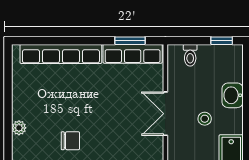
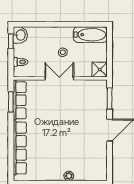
washbasin: (233, 95) -> (20, 35), moved, turned -90
double door: (165, 114) -> (59, 78), swing flipped
chair: (70, 141) -> (77, 142), removed

